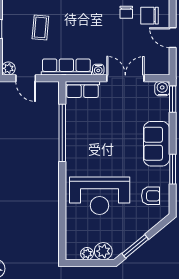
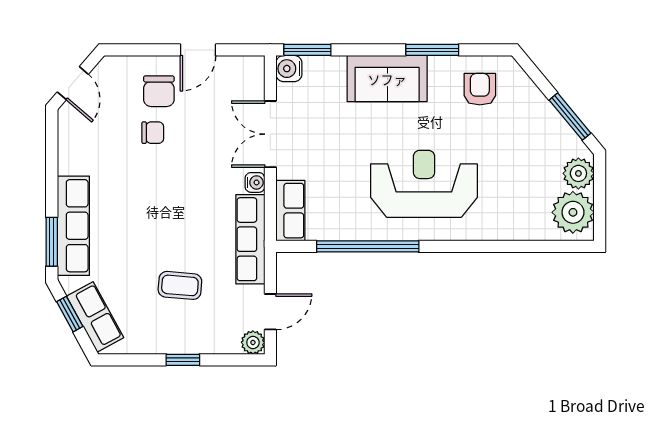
reception desk: (100, 196) -> (424, 184), moved, turned -90
plant: (87, 254) -> (573, 212), width x1.88, depth x1.88

